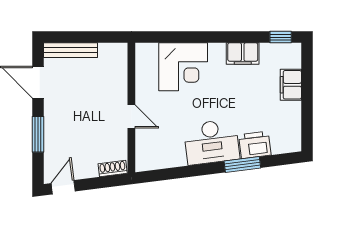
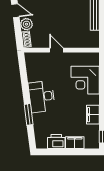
door: (131, 116) -> (56, 50), swing flipped
printer: (255, 145) -> (56, 142), moved, turned -83
plant: (87, 168) -> (26, 24), added

